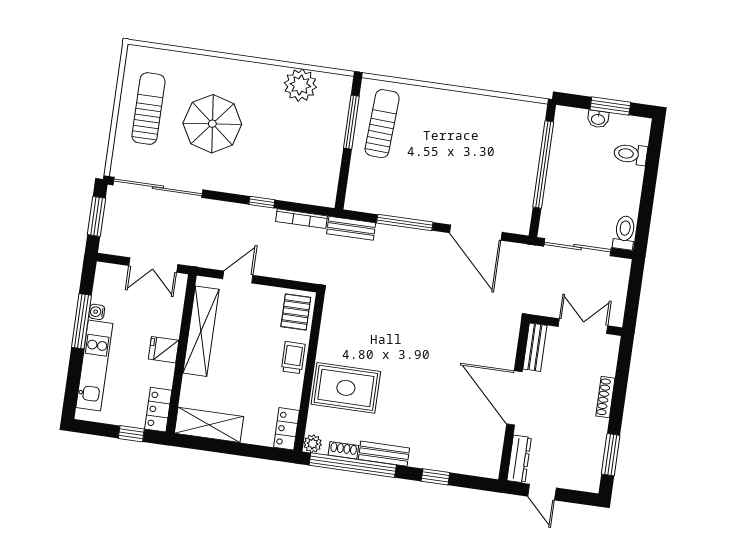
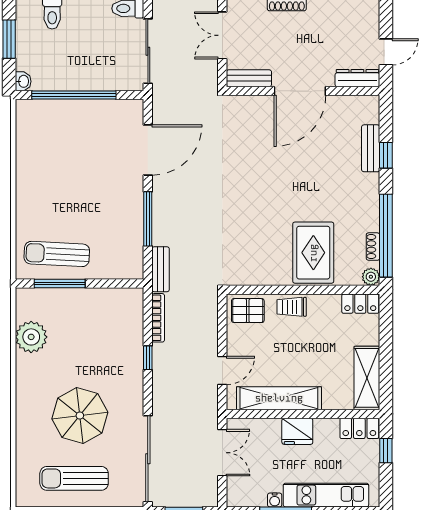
washbasin: (598, 119) -> (23, 81), moved
door: (238, 277) -> (222, 370), swing flipped
fridge: (164, 350) -> (297, 431), width x1.38
bench: (384, 454) -> (371, 148), moved

